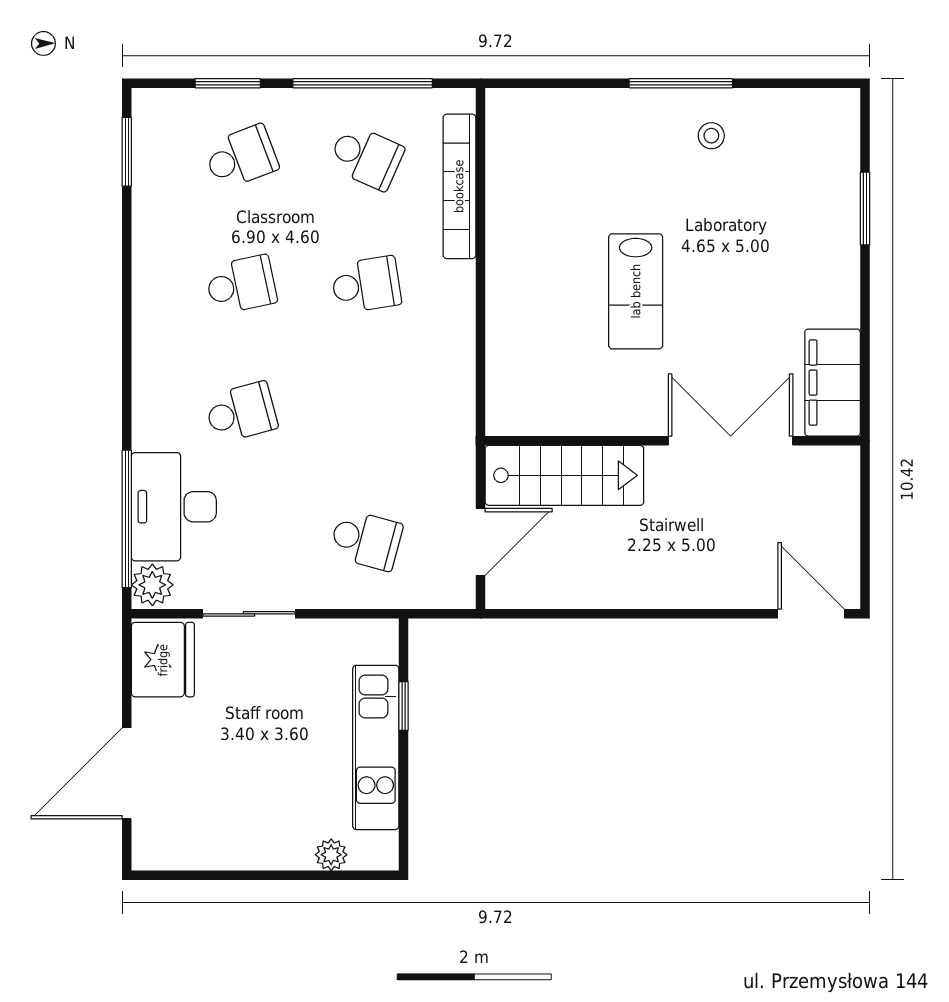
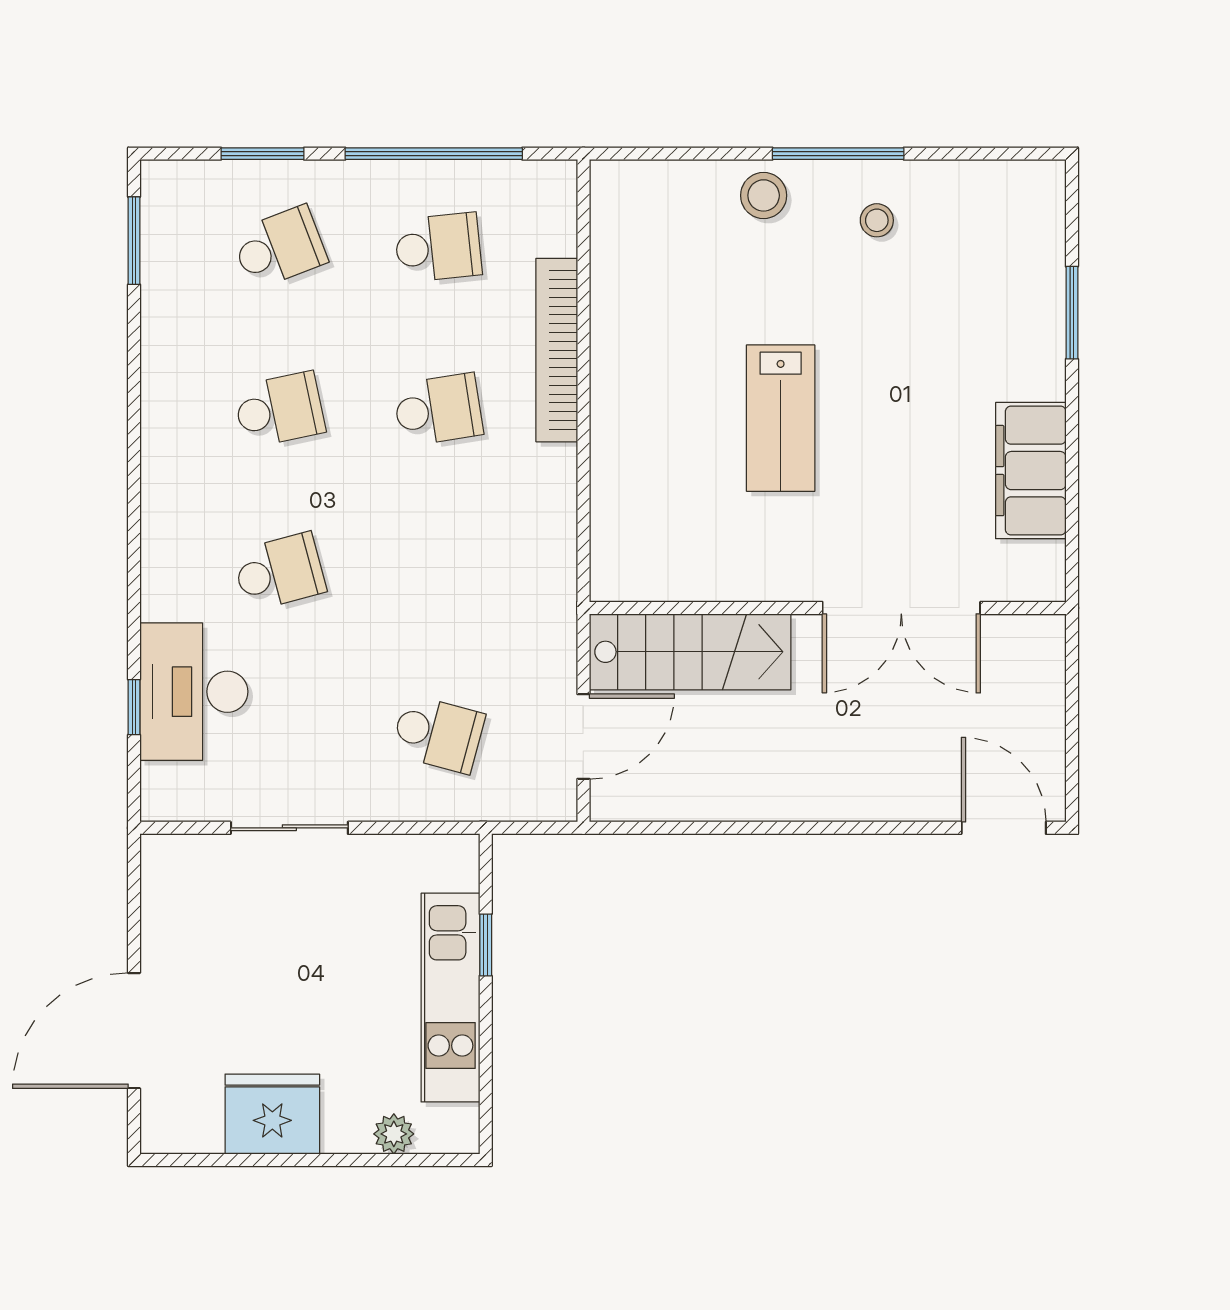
stool: (622, 116) -> (764, 195), added
school desk: (366, 157) -> (438, 247), turned -30
bookcase: (459, 186) -> (557, 350), moved
filing cabinet: (833, 383) -> (1031, 471), moved
double door: (731, 441) -> (901, 608), swing flipped
window: (127, 519) -> (134, 707), width x0.32
plant: (152, 585) -> (166, 791), removed
fridge: (163, 660) -> (272, 1114), moved, turned -90

